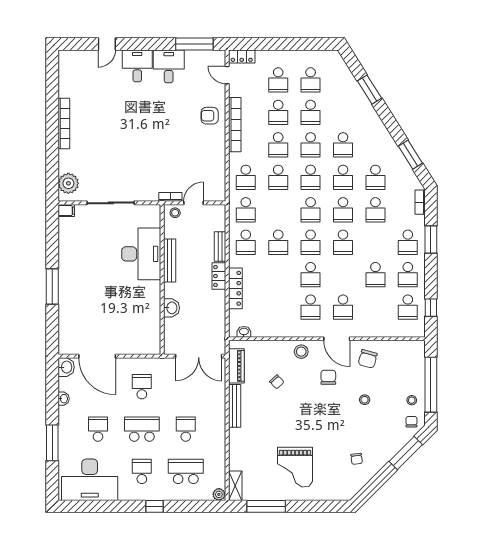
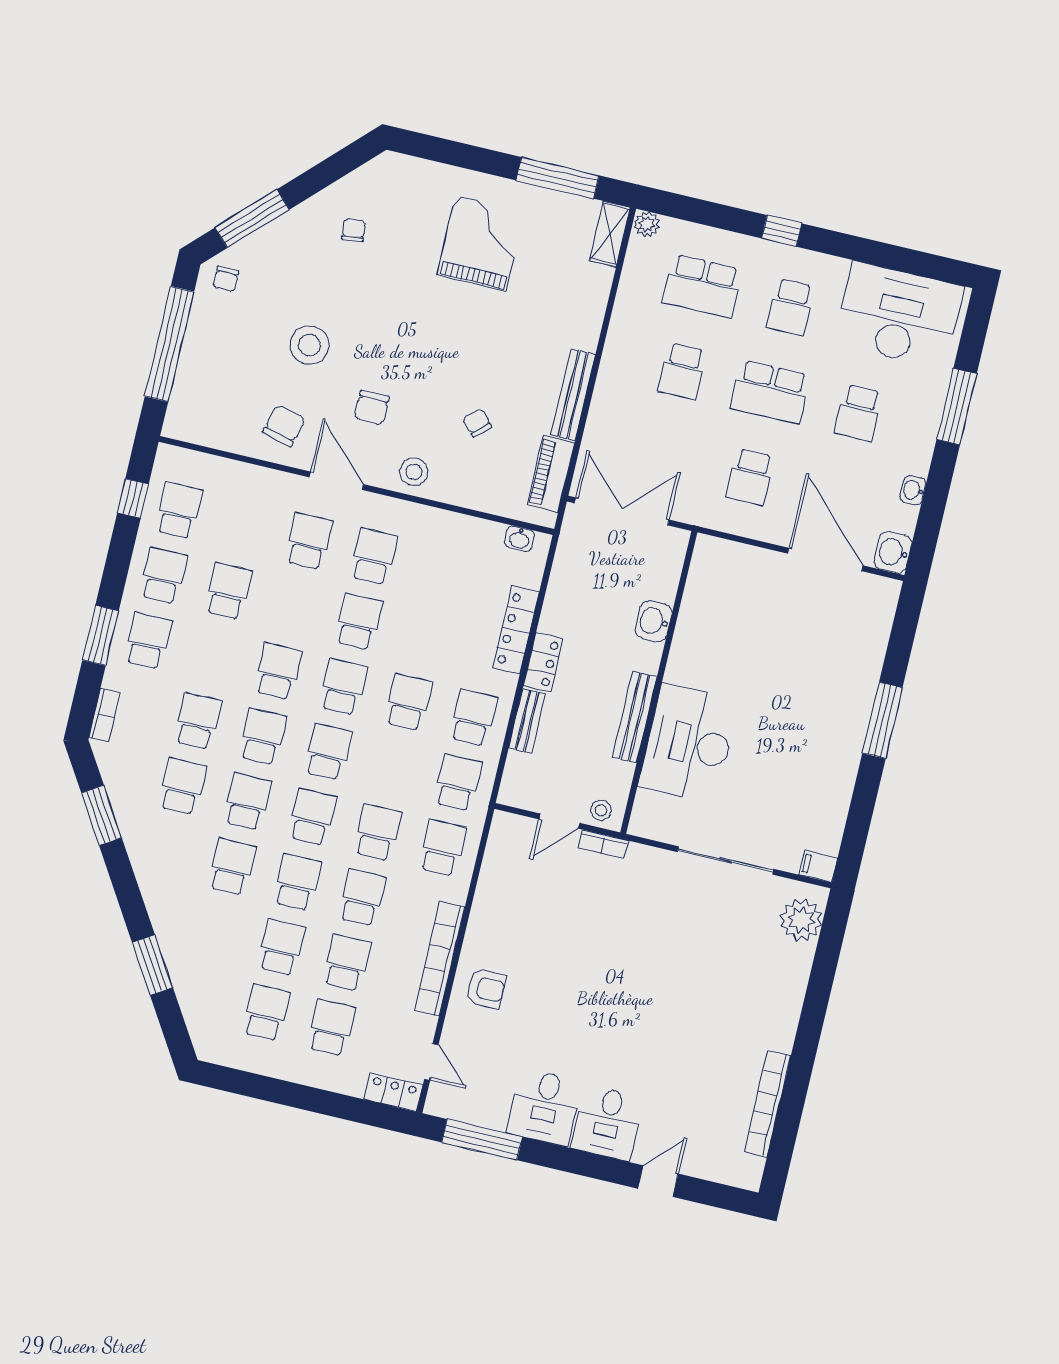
bookcase: (64, 124) -> (767, 1104), moved
stool: (365, 400) -> (309, 345), width x1.89, depth x1.89
stool: (412, 400) -> (215, 322), removed

